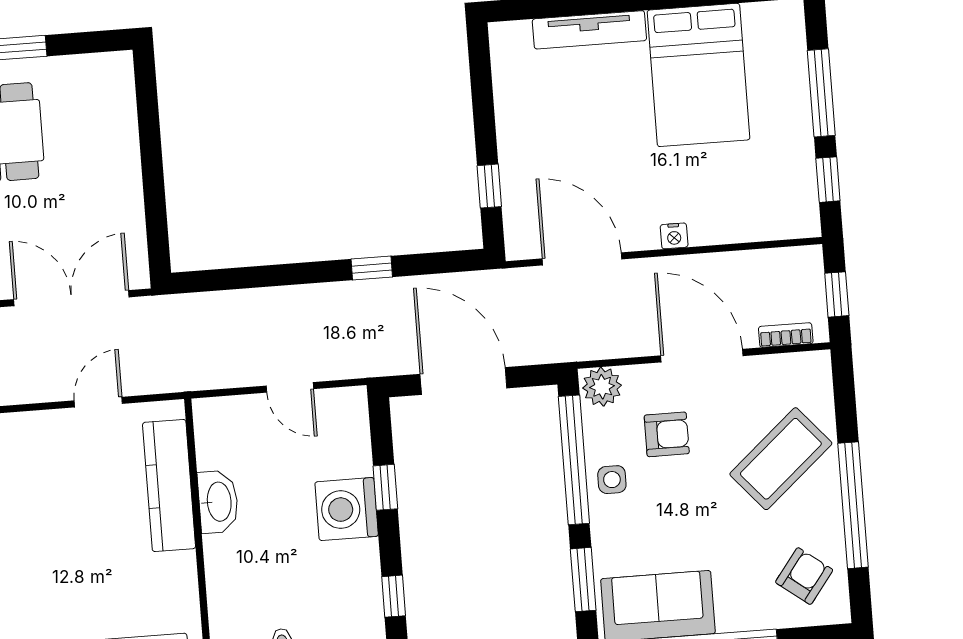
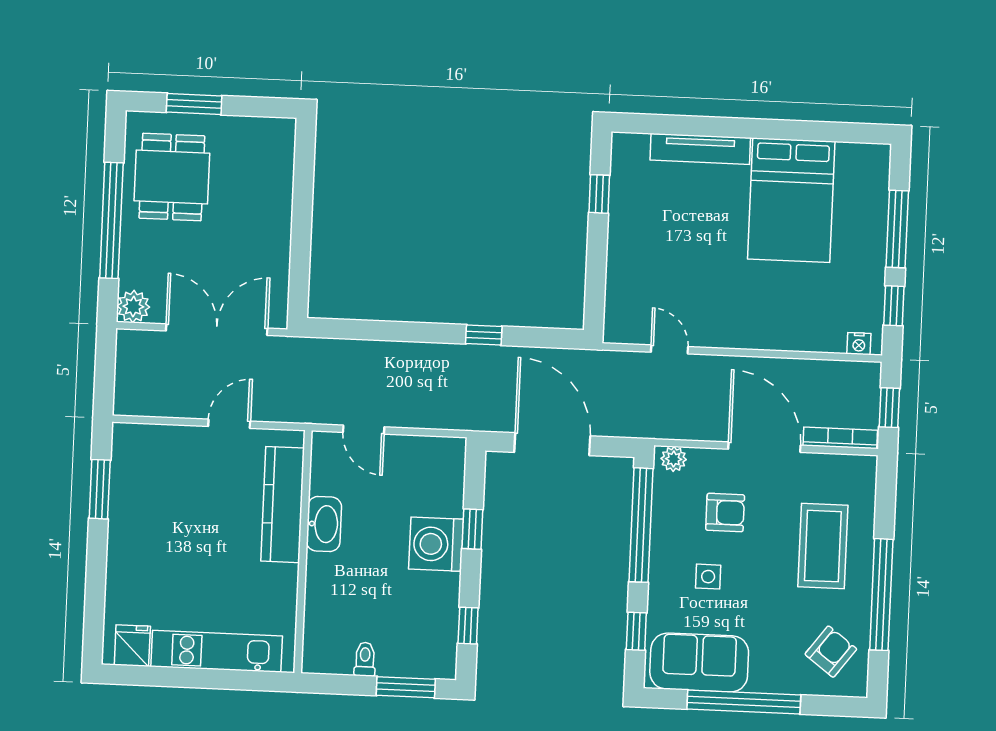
window: (489, 186) -> (599, 194), moved
nightstand: (674, 236) -> (859, 344), moved
door: (582, 259) -> (669, 349), width x0.53
bookcase: (786, 335) -> (840, 438), width x1.56
door: (290, 387) -> (364, 430), moved
plant: (602, 387) -> (674, 459), width x0.73, depth x0.73
coffee table: (781, 459) -> (823, 546), turned -49
side table: (612, 480) -> (708, 577), moved
window: (583, 580) -> (636, 631), width x0.67

